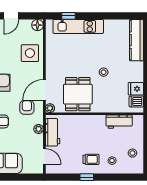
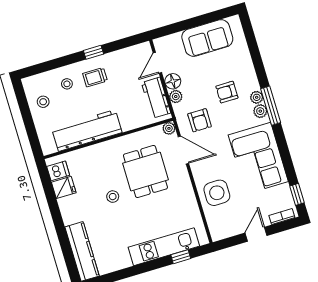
floor lamp: (37, 25) -> (173, 81), moved
door: (44, 90) -> (183, 150), hinge flipped
dining table: (78, 94) -> (145, 171), moved
workbench: (119, 122) -> (87, 130), width x1.88, depth x1.32
door: (44, 156) -> (157, 63), hinge flipped

